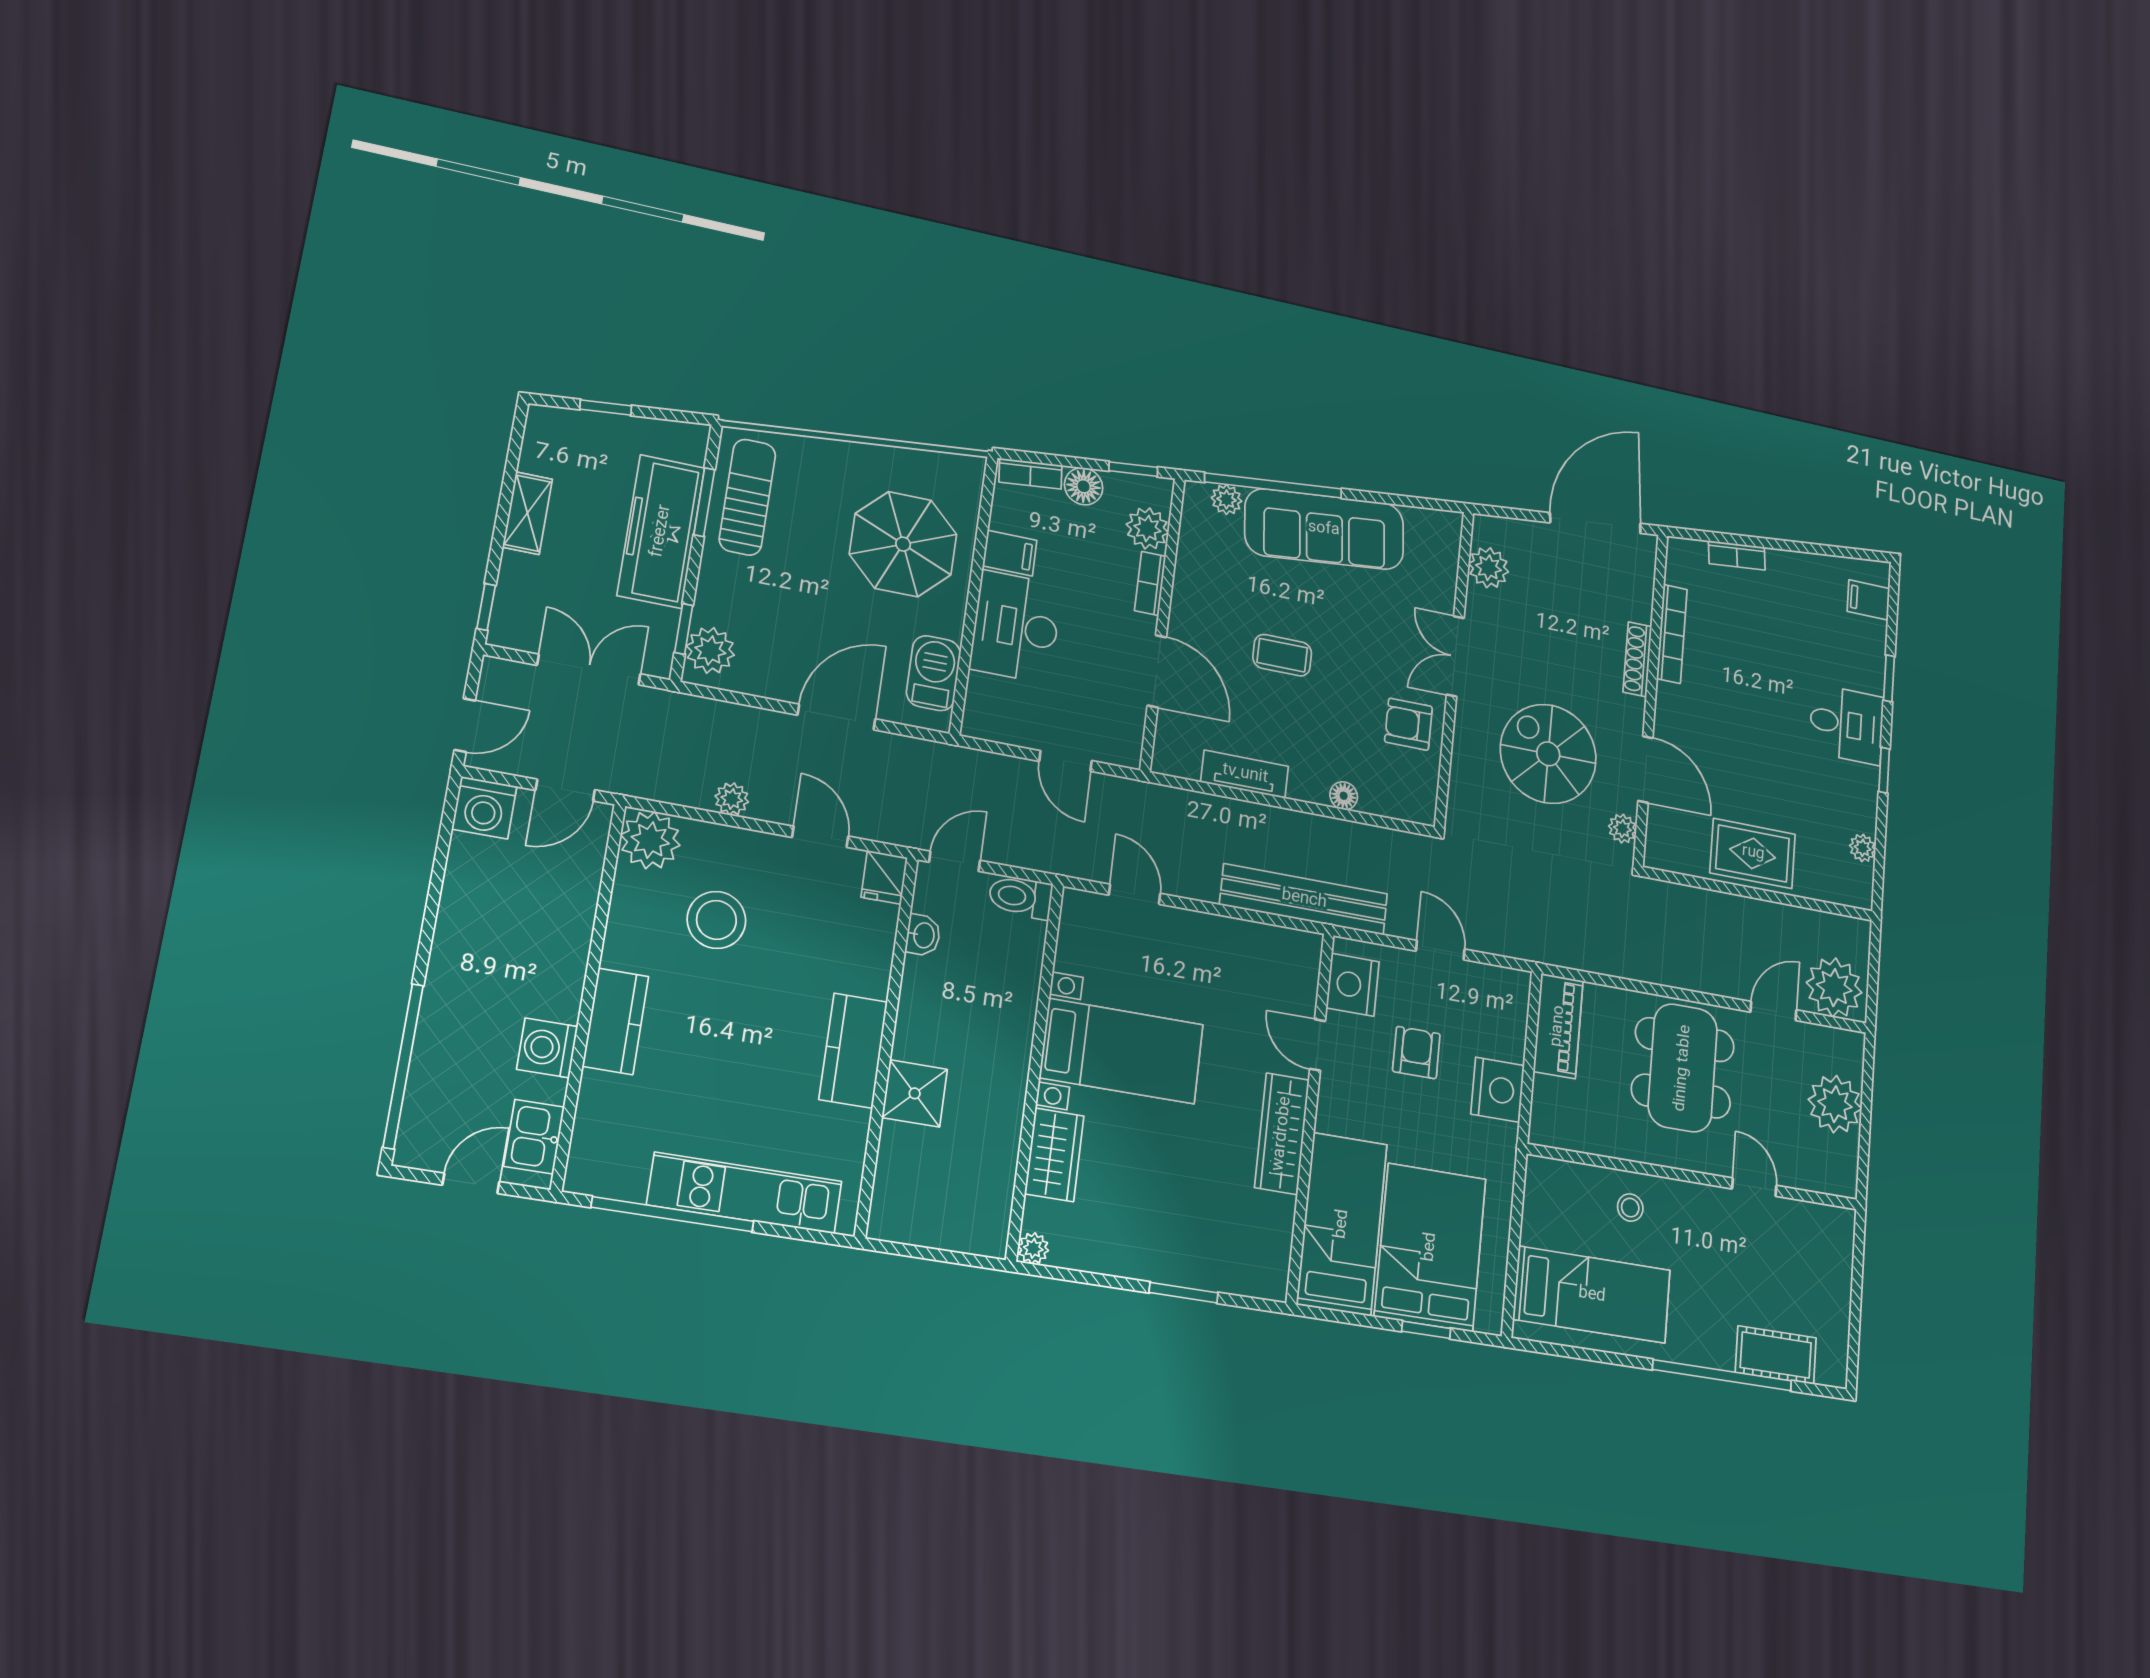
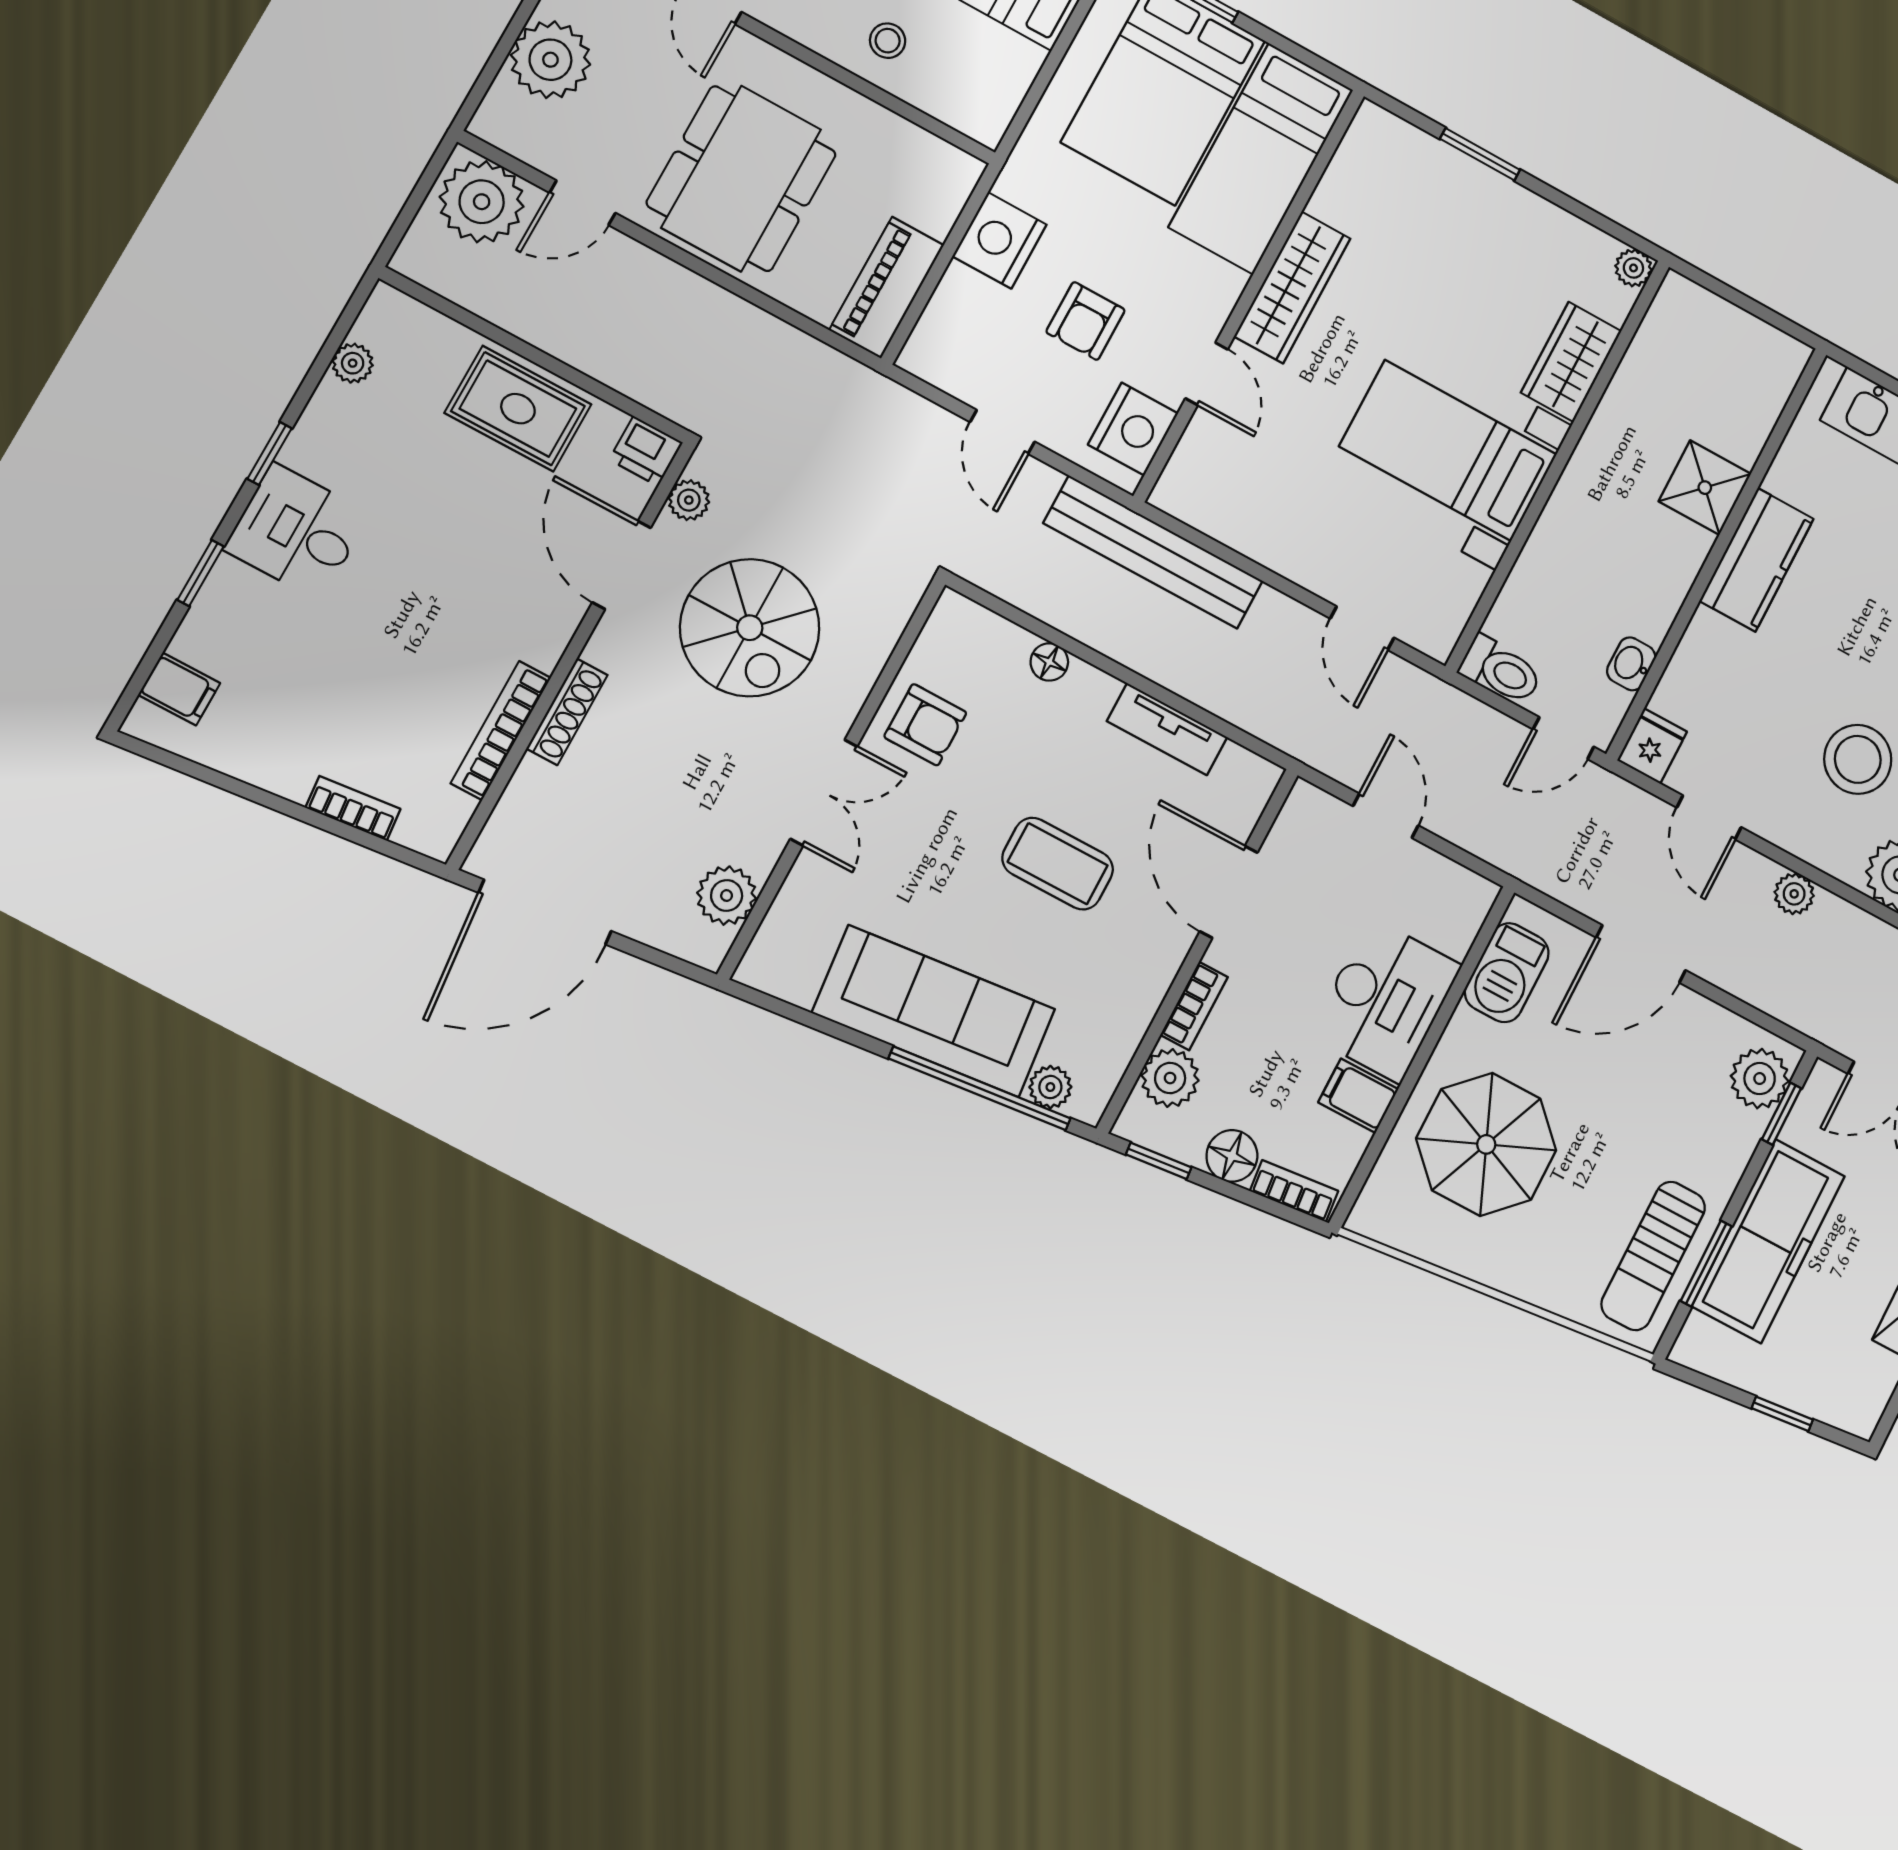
coffee table: (1282, 655) -> (1058, 864), width x1.36, depth x1.30
printer: (1663, 853) -> (646, 451), added

